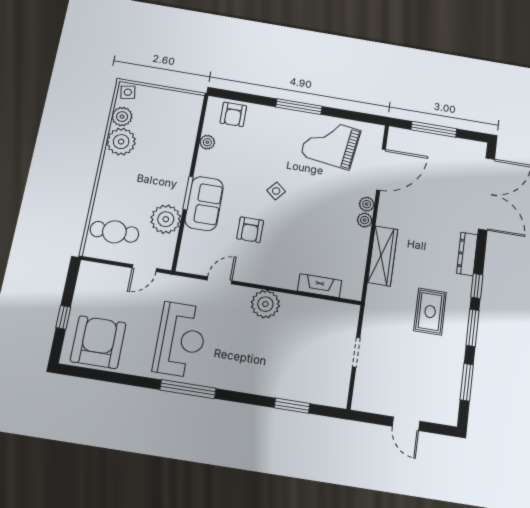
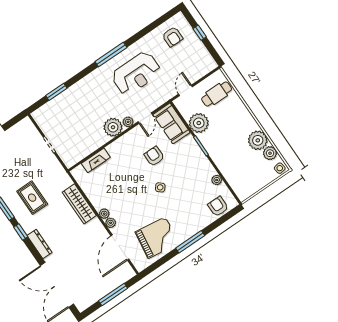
sofa: (204, 204) -> (171, 123), moved
plant: (243, 294) -> (128, 122), added
reception desk: (181, 340) -> (136, 74), turned -90
armchair: (98, 342) -> (173, 37), width x0.53, depth x0.53

